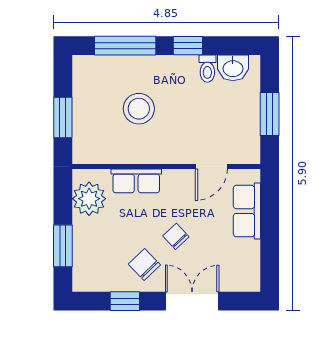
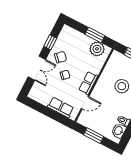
door: (211, 166) -> (85, 103), swing flipped
row of seats: (136, 181) -> (88, 83), moved
window: (63, 246) -> (95, 35), moved

